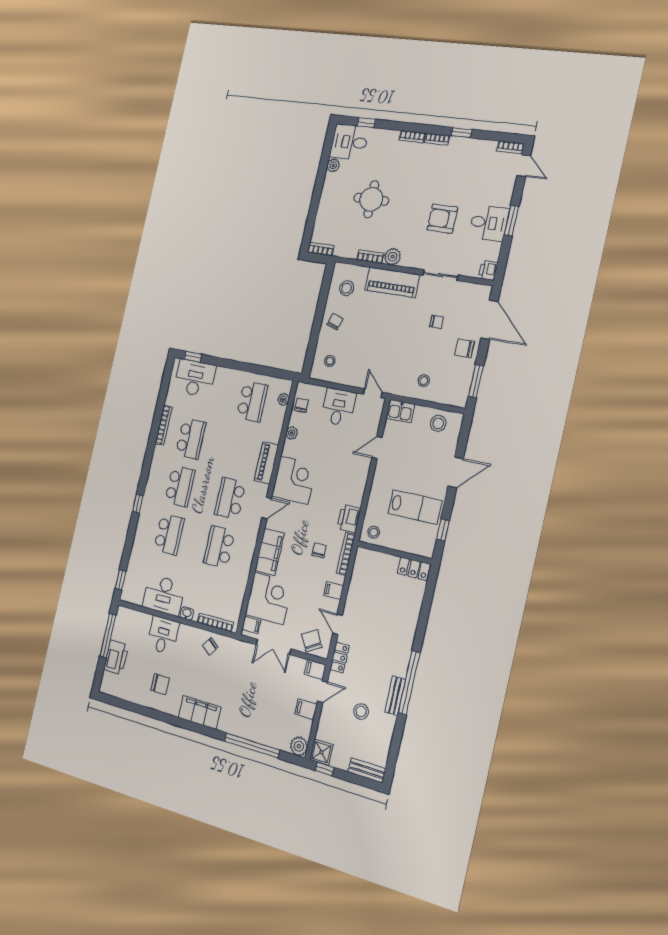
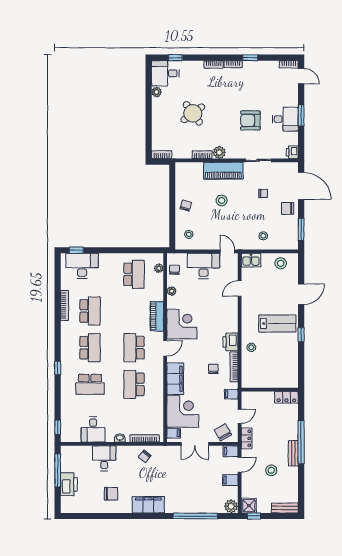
round table: (371, 199) -> (193, 113), turned -36
stool: (347, 288) -> (222, 200), moved
desk: (338, 407) -> (203, 266), width x1.37
school desk: (169, 534) -> (90, 384), turned 90
wall: (394, 553) -> (270, 390), moved
locker: (414, 569) -> (286, 397), moved
desk: (164, 595) -> (93, 429), width x0.73
door: (337, 624) -> (240, 416), swing flipped

